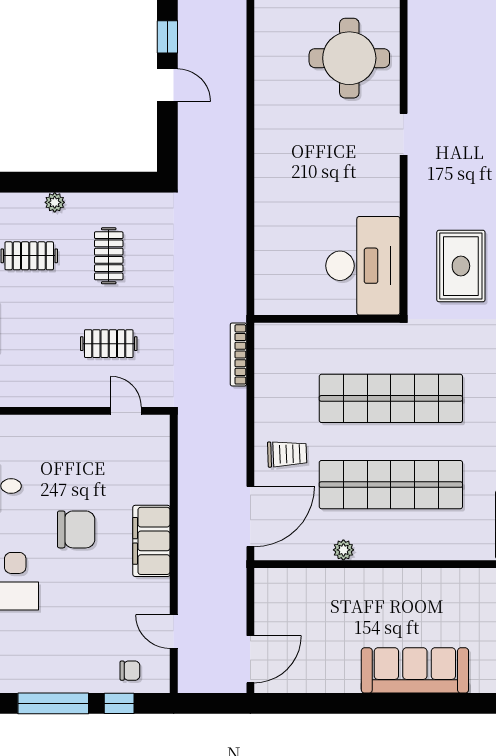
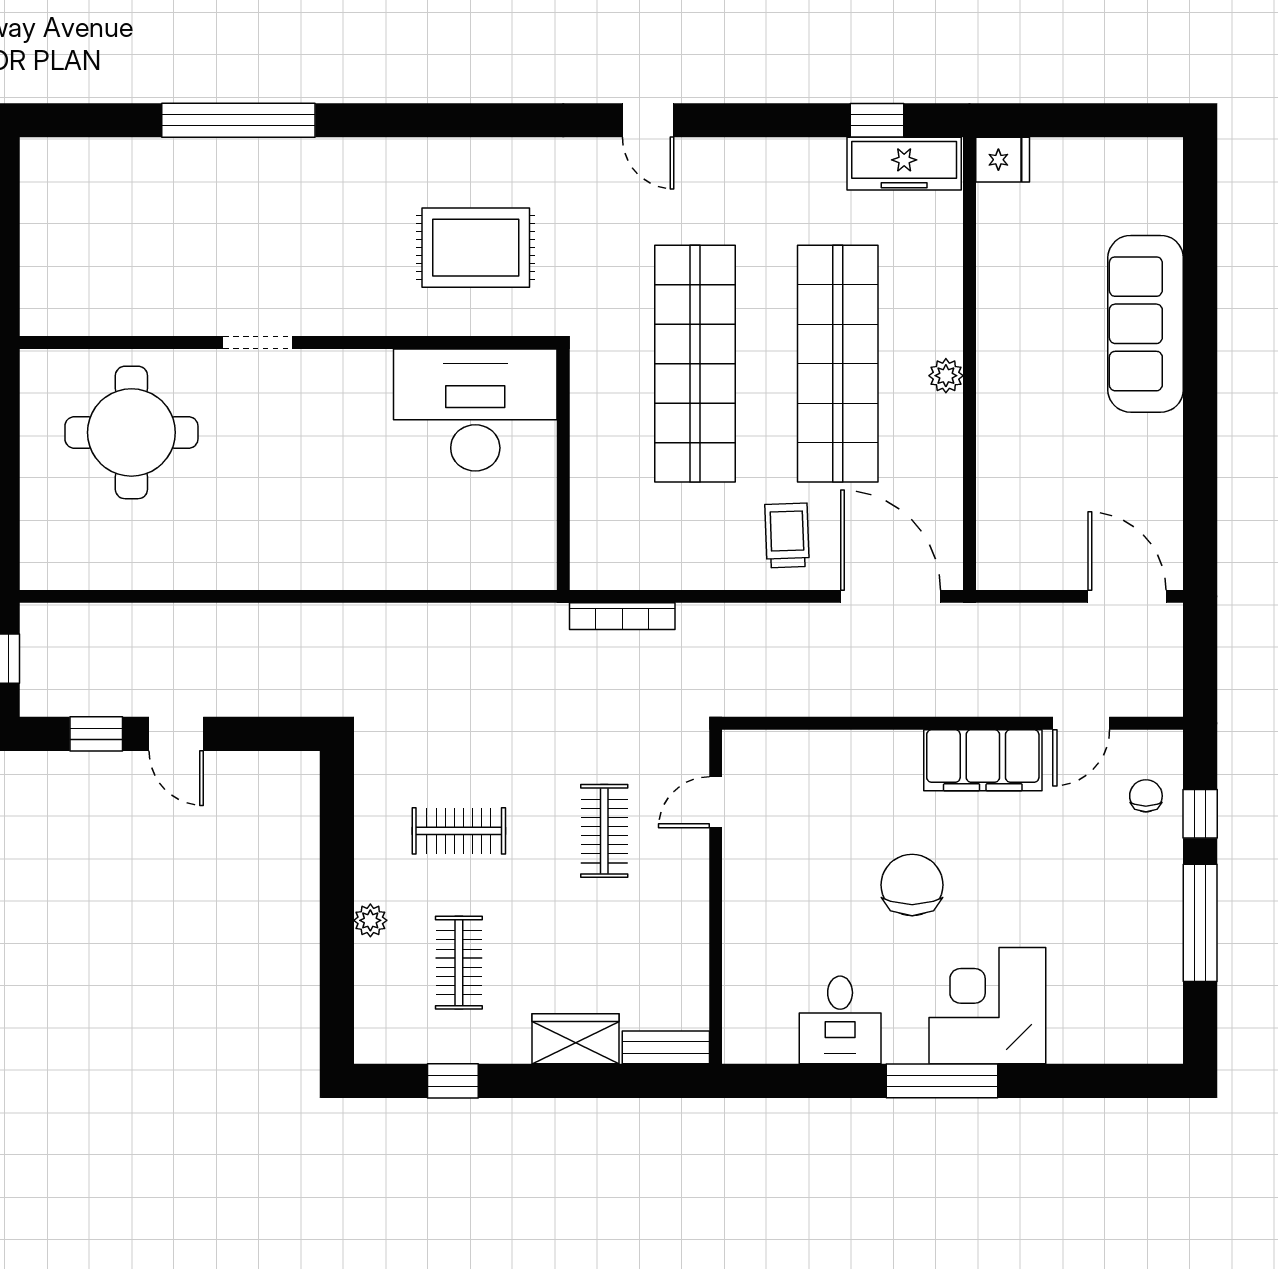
door: (167, 85) -> (176, 734), swing flipped
filing cabinet: (151, 541) -> (983, 760), moved
plant: (343, 550) -> (946, 376), moved

